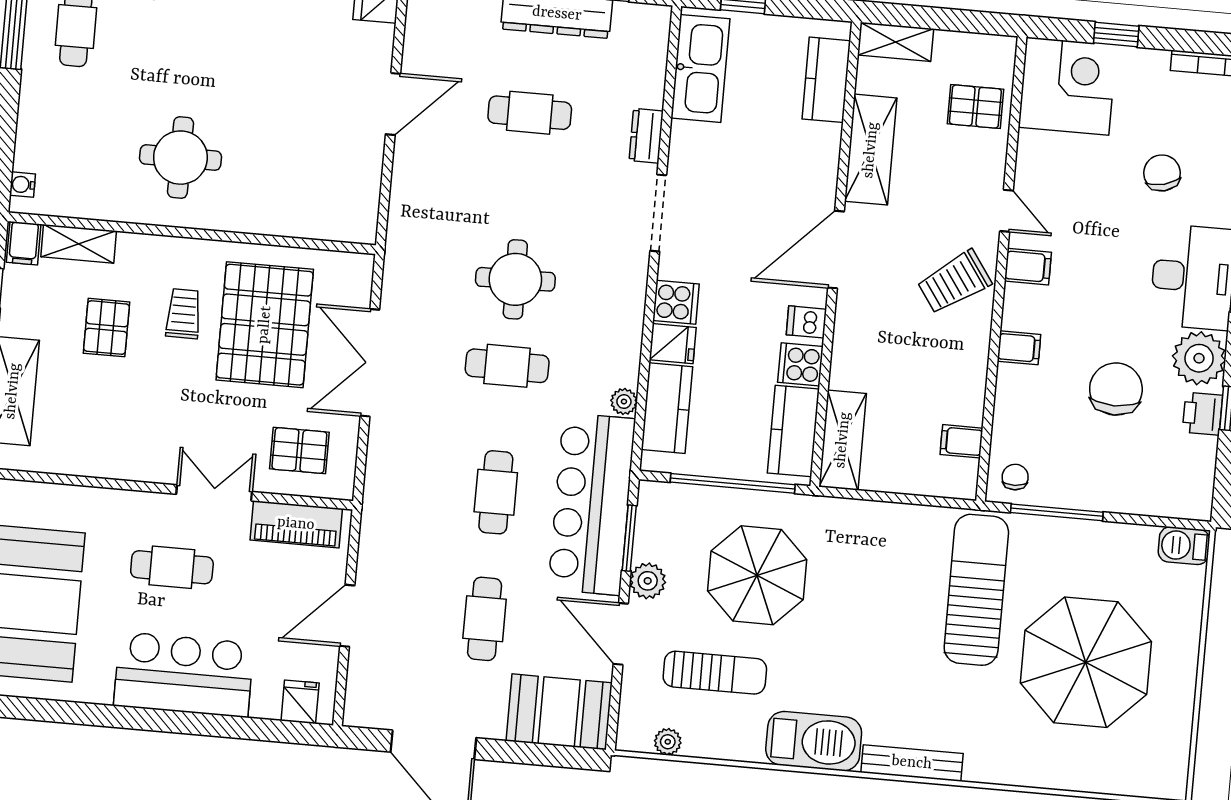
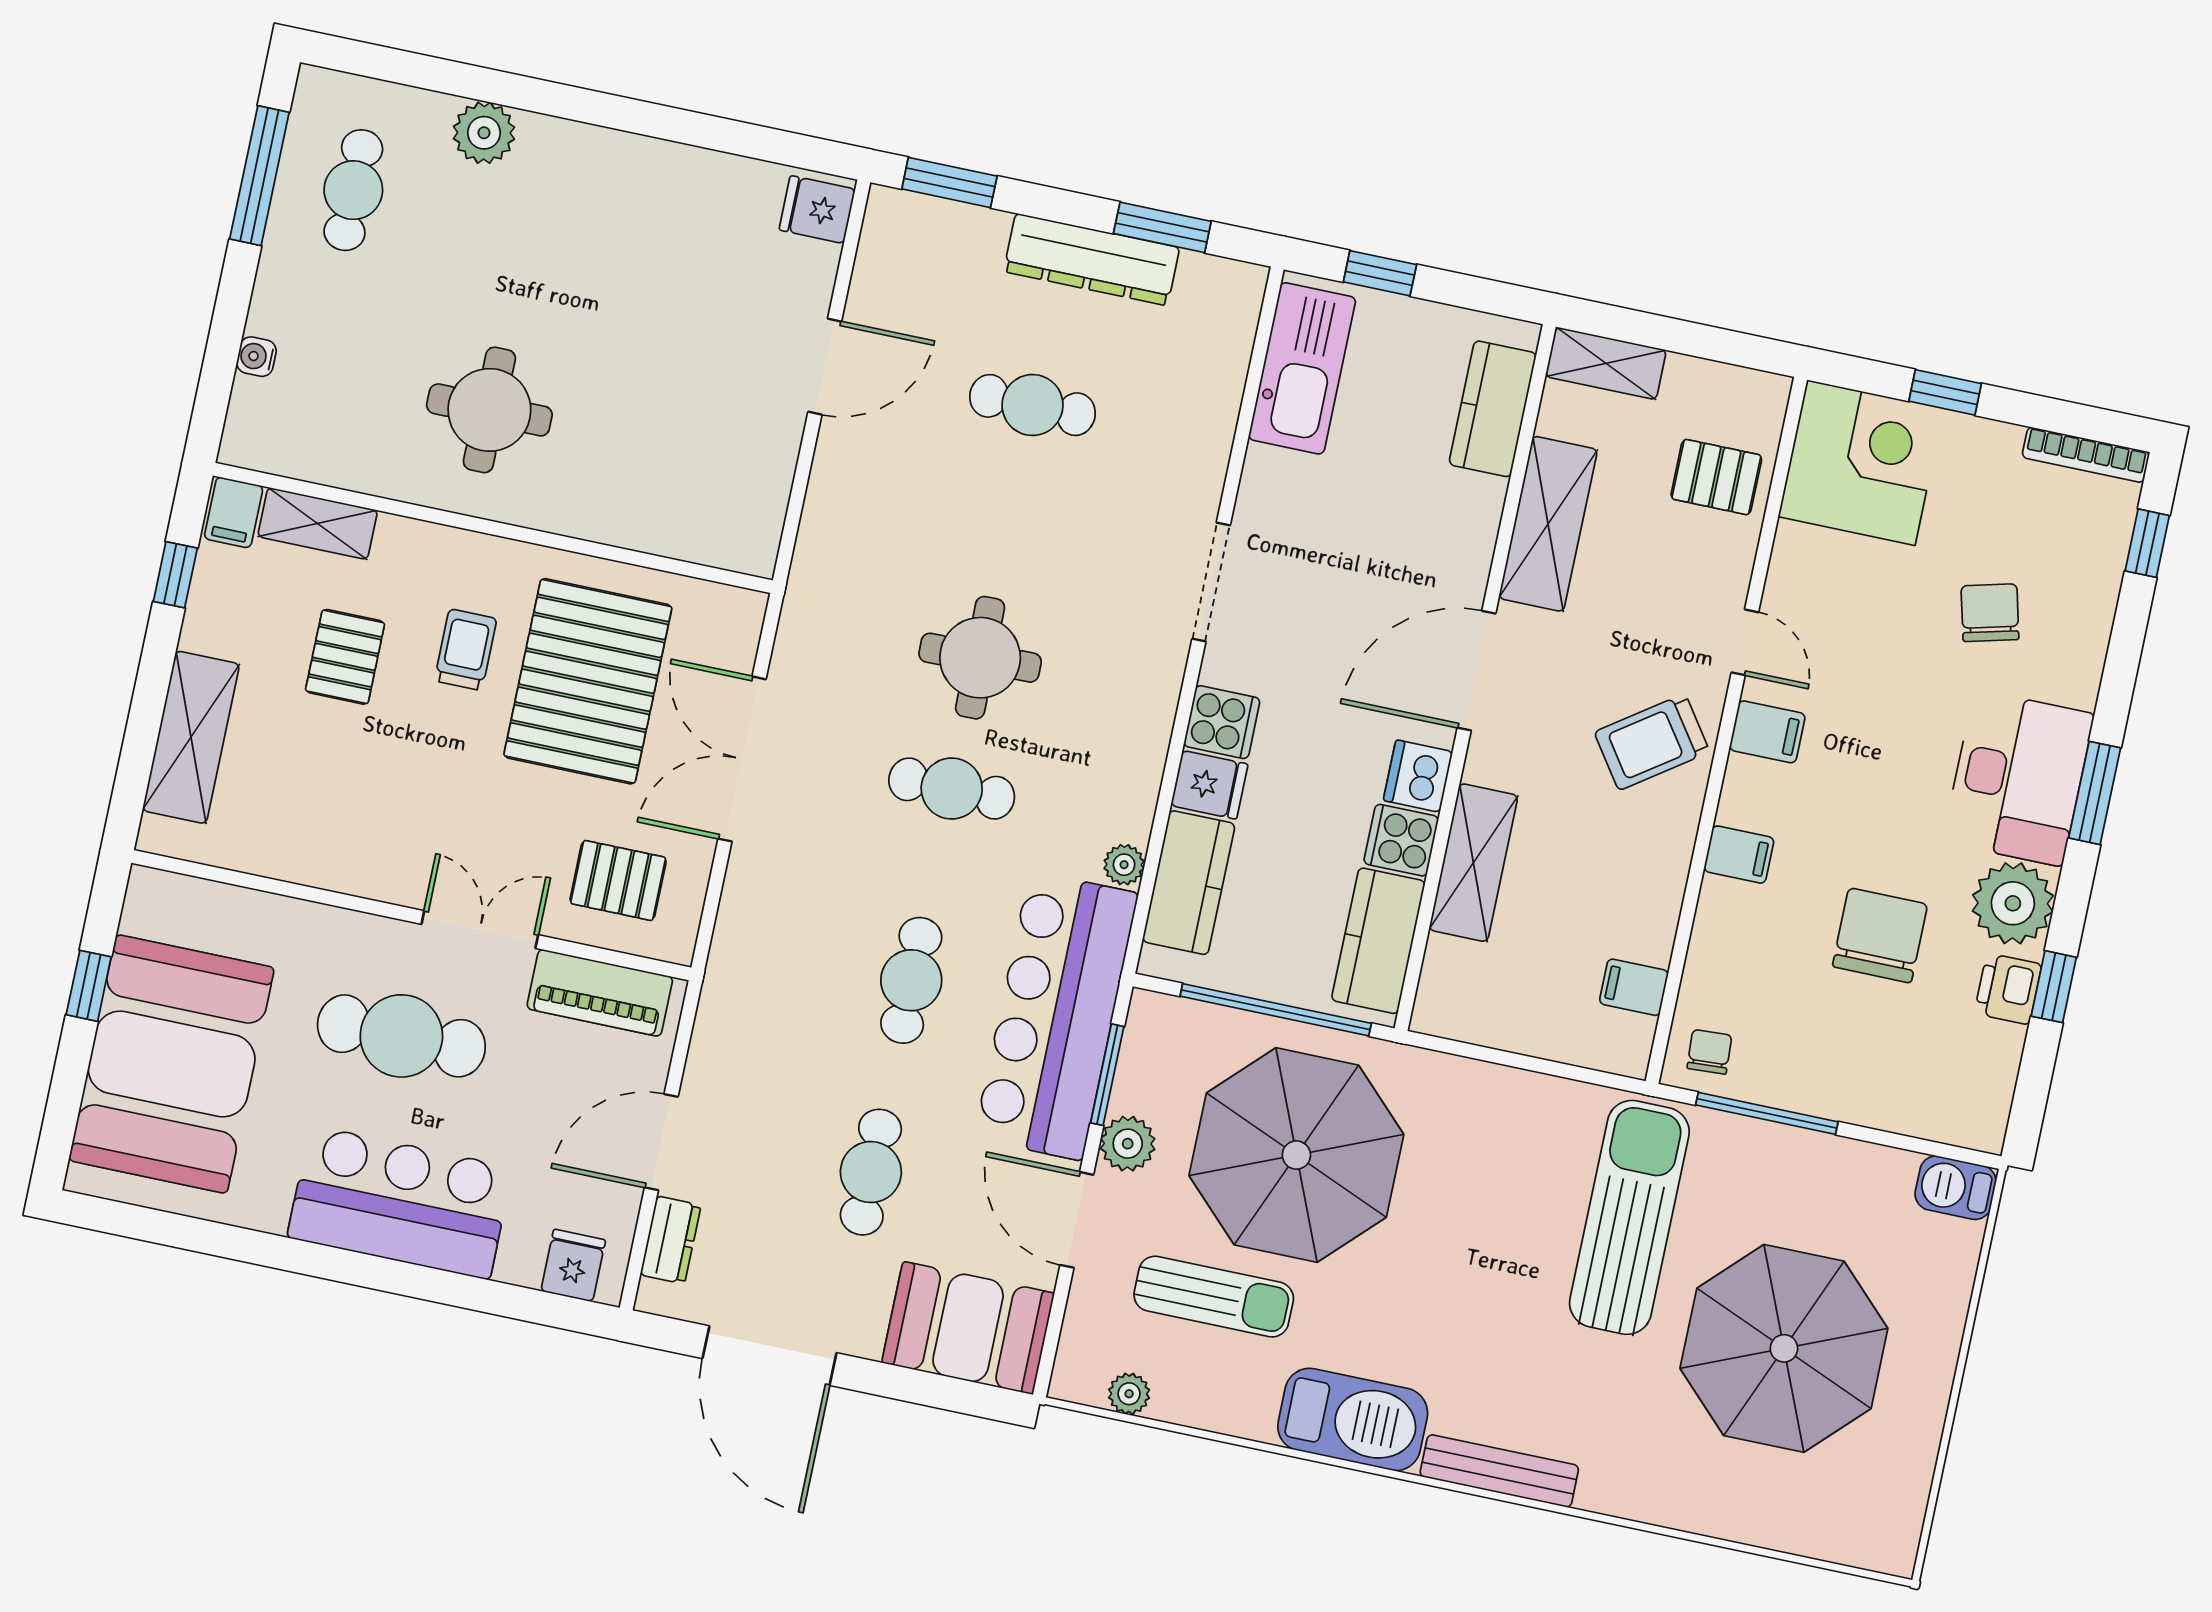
dresser: (646, 136) -> (671, 1240), moved, turned 180
water cooler: (23, 185) -> (256, 357), moved
dishwasher: (806, 322) -> (1418, 776), width x1.38
shelving: (843, 440) -> (1473, 863), moved
cafe table: (172, 567) -> (401, 1036), width x1.37, depth x1.35
parasol: (757, 575) -> (1296, 1155), width x1.36, depth x1.36

